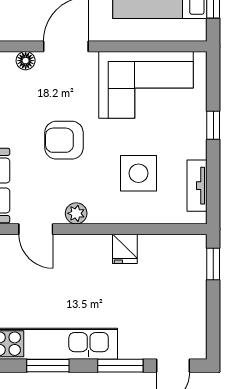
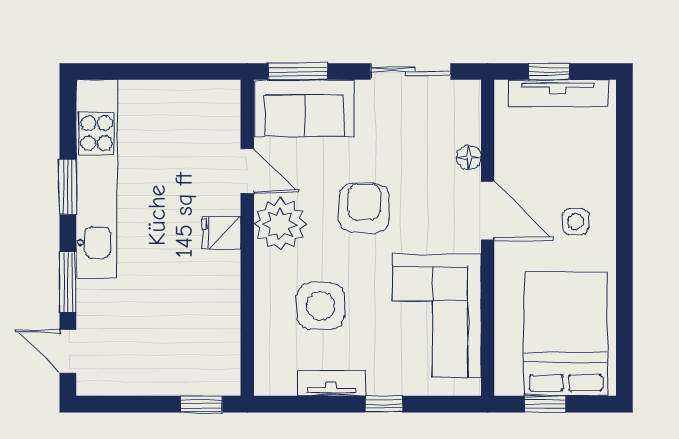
tv unit: (197, 186) -> (331, 383), moved
plant: (76, 213) -> (280, 224), width x1.88, depth x1.88
door: (36, 229) -> (247, 171), swing flipped
fridge: (125, 249) -> (221, 233), moved

